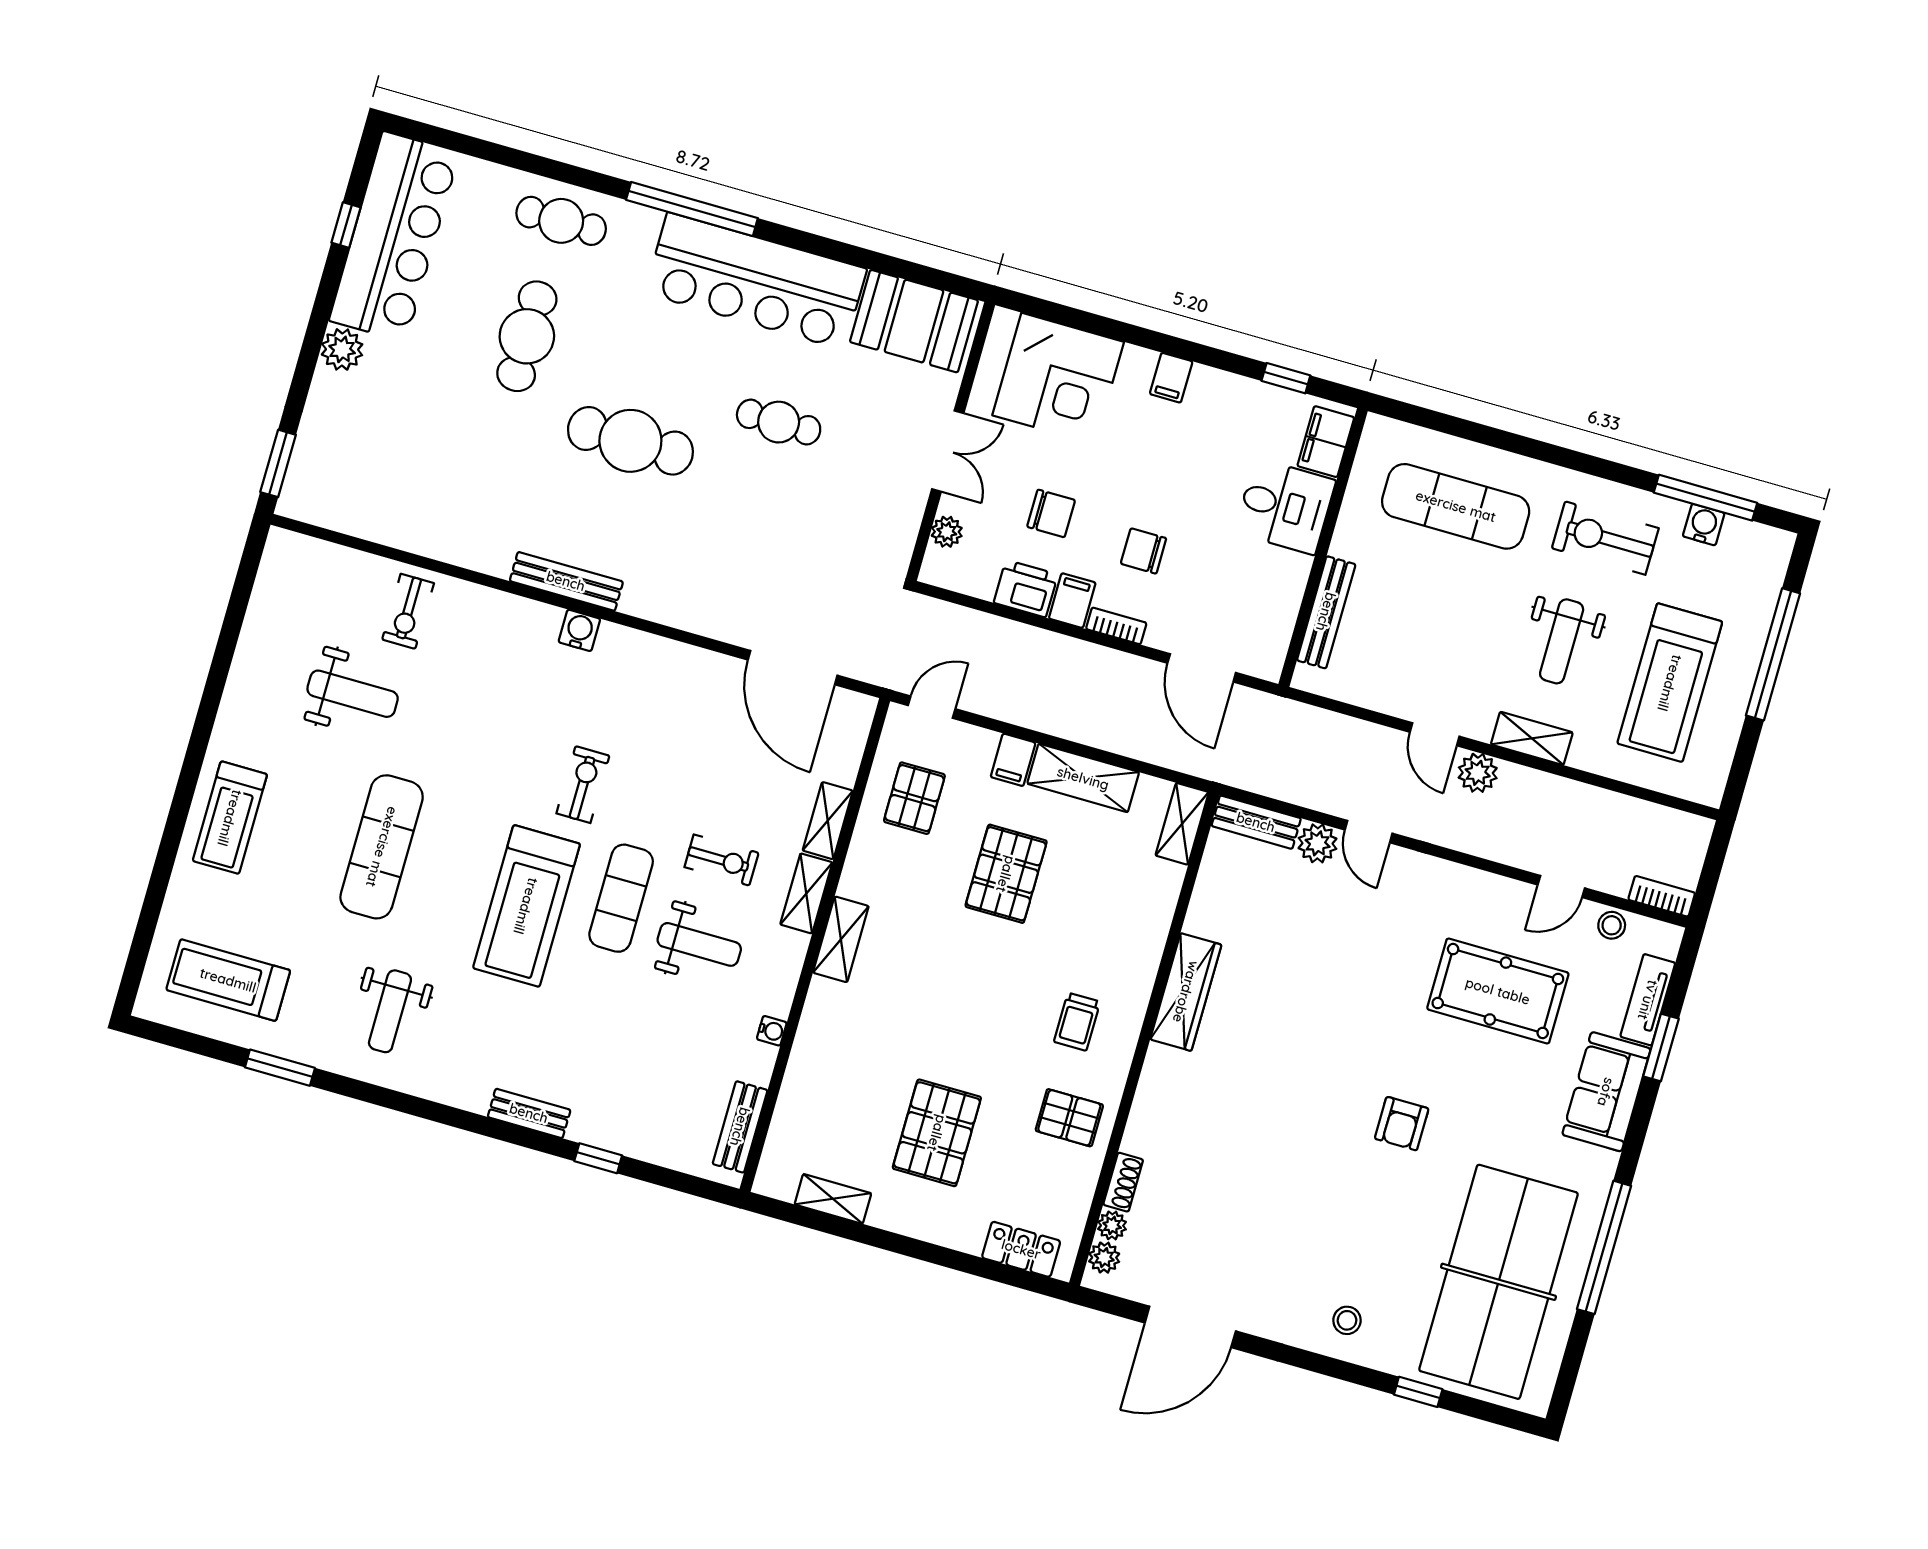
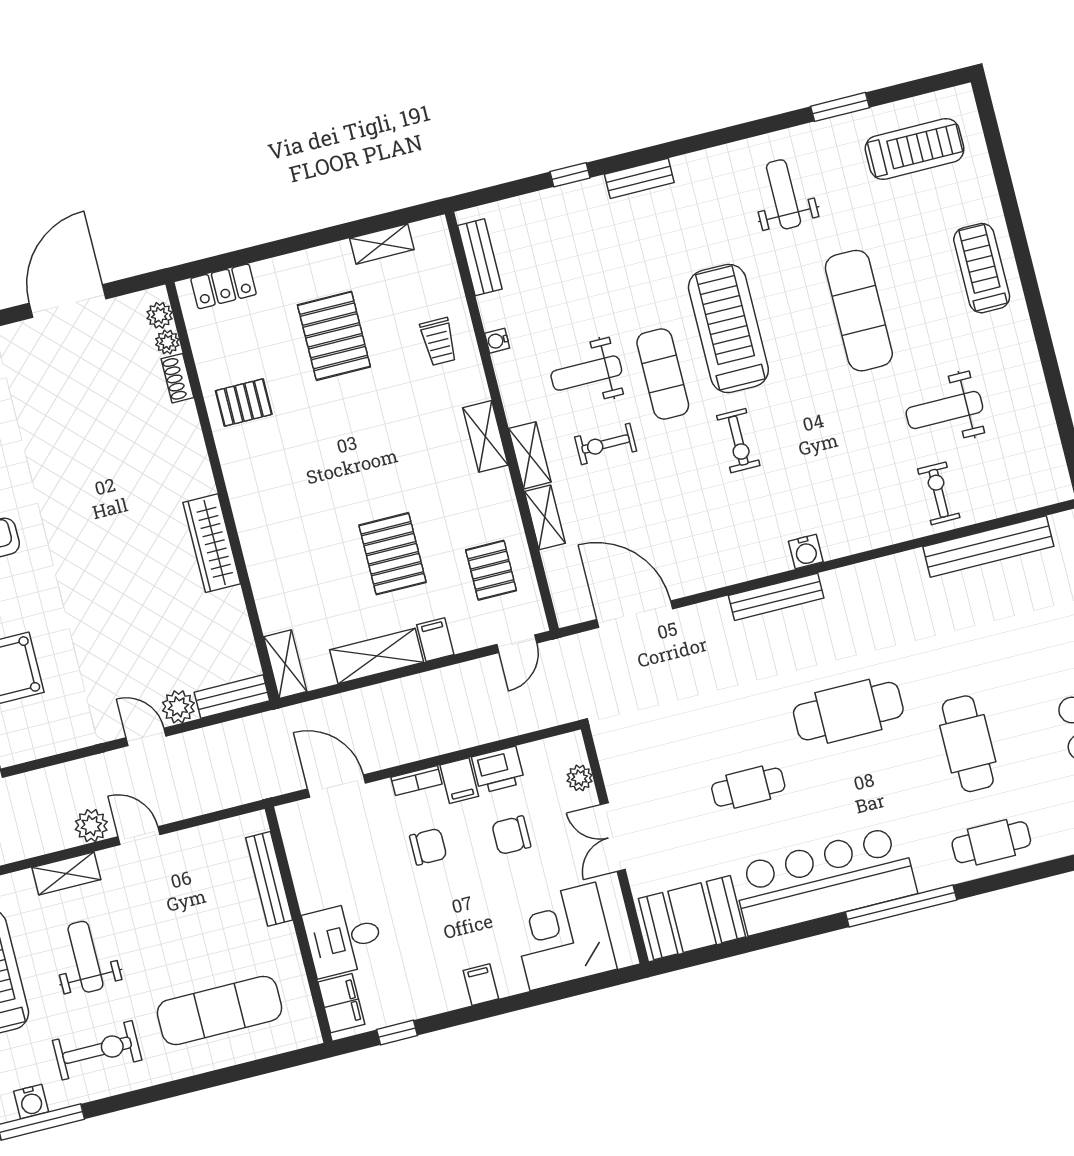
bench: (389, 527) -> (988, 546), added
bench: (566, 581) -> (776, 597), moved
trolley: (1077, 1022) -> (439, 342), moved, turned 180

